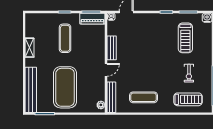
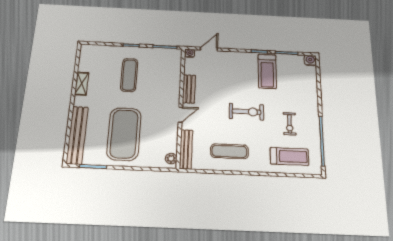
piano: (92, 19) -> (166, 54), removed
treadmill: (185, 38) -> (267, 71), moved
exercise bike: (156, 65) -> (246, 112), added

